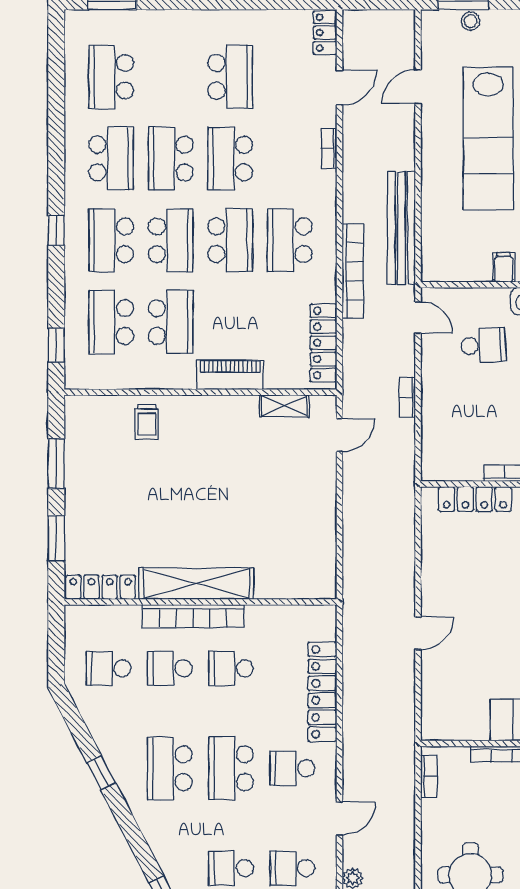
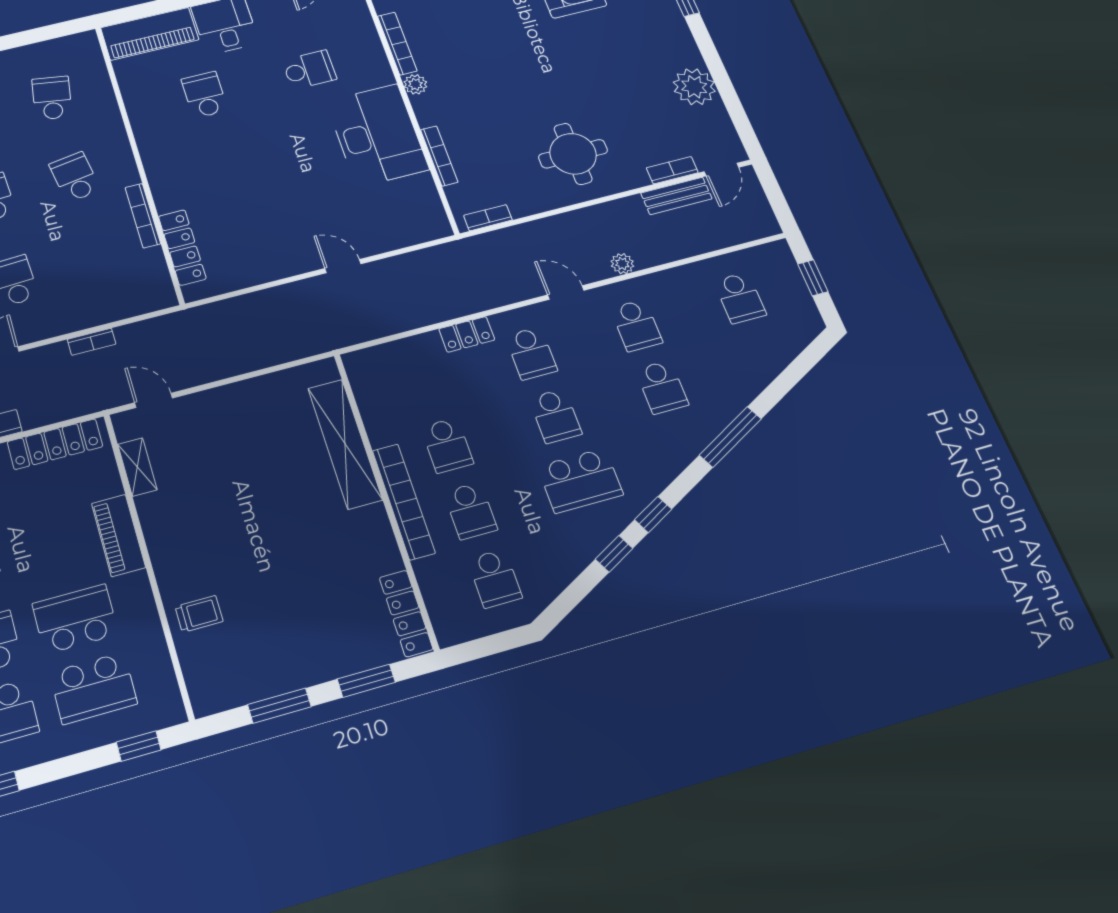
shelving: (197, 584) -> (345, 444), moved
locker: (322, 692) -> (467, 334), width x0.46, depth x0.83
school desk: (231, 768) -> (555, 416), width x0.54
window: (124, 818) -> (653, 514), added

